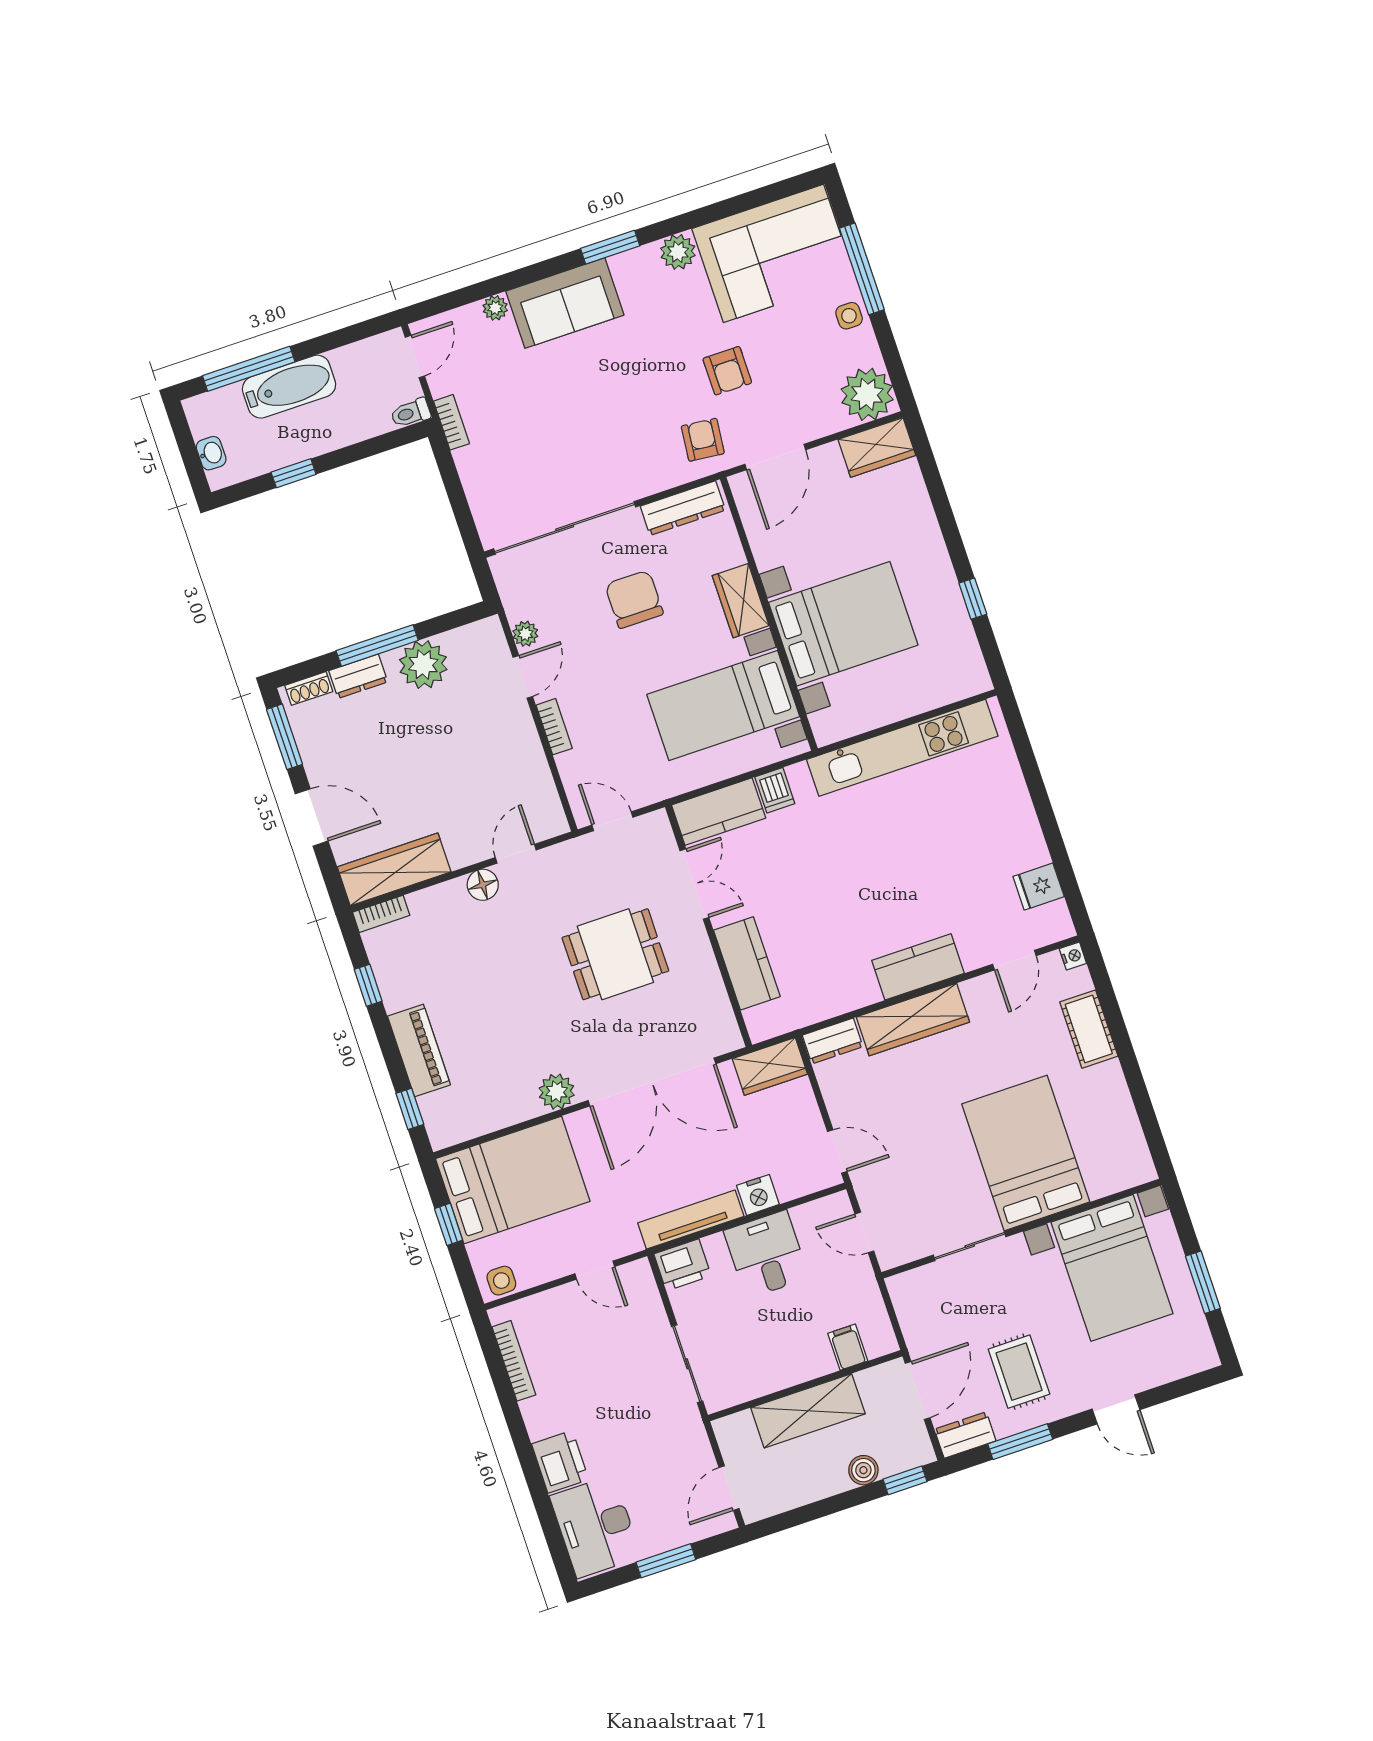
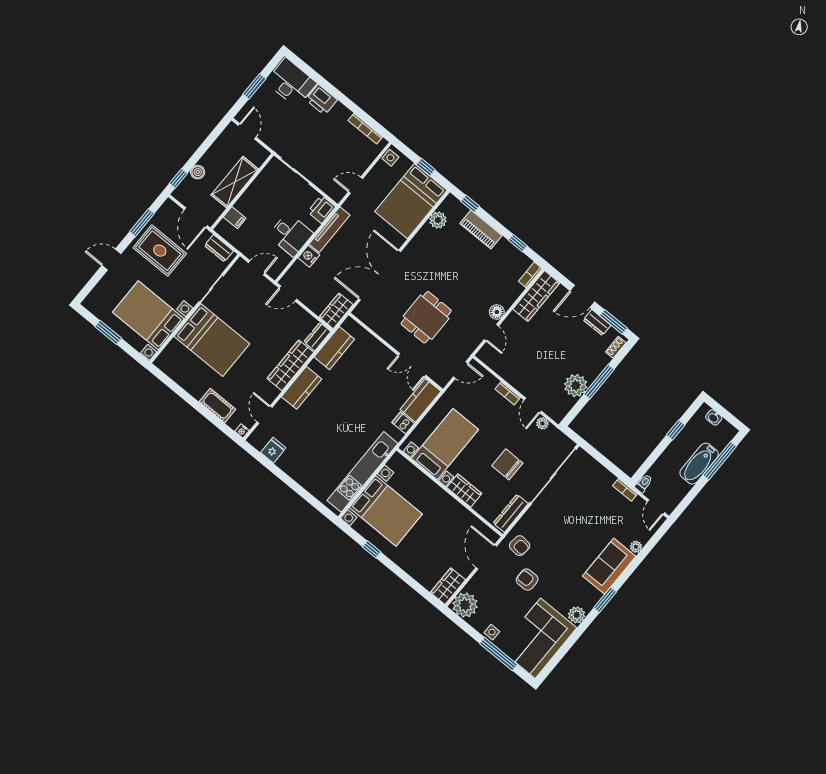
chair: (634, 599) -> (507, 464), turned 180
bed with nightstands: (843, 624) -> (386, 511), moved, turned -90
dresser: (358, 676) -> (597, 323), moved, turned -90
kitchen counter: (747, 963) -> (334, 348), moved, turned -90
plant: (557, 1092) -> (438, 220), moved
rug: (1019, 1372) -> (160, 251), width x1.36, depth x1.43
dresser: (965, 1435) -> (219, 248), moved, turned 90

